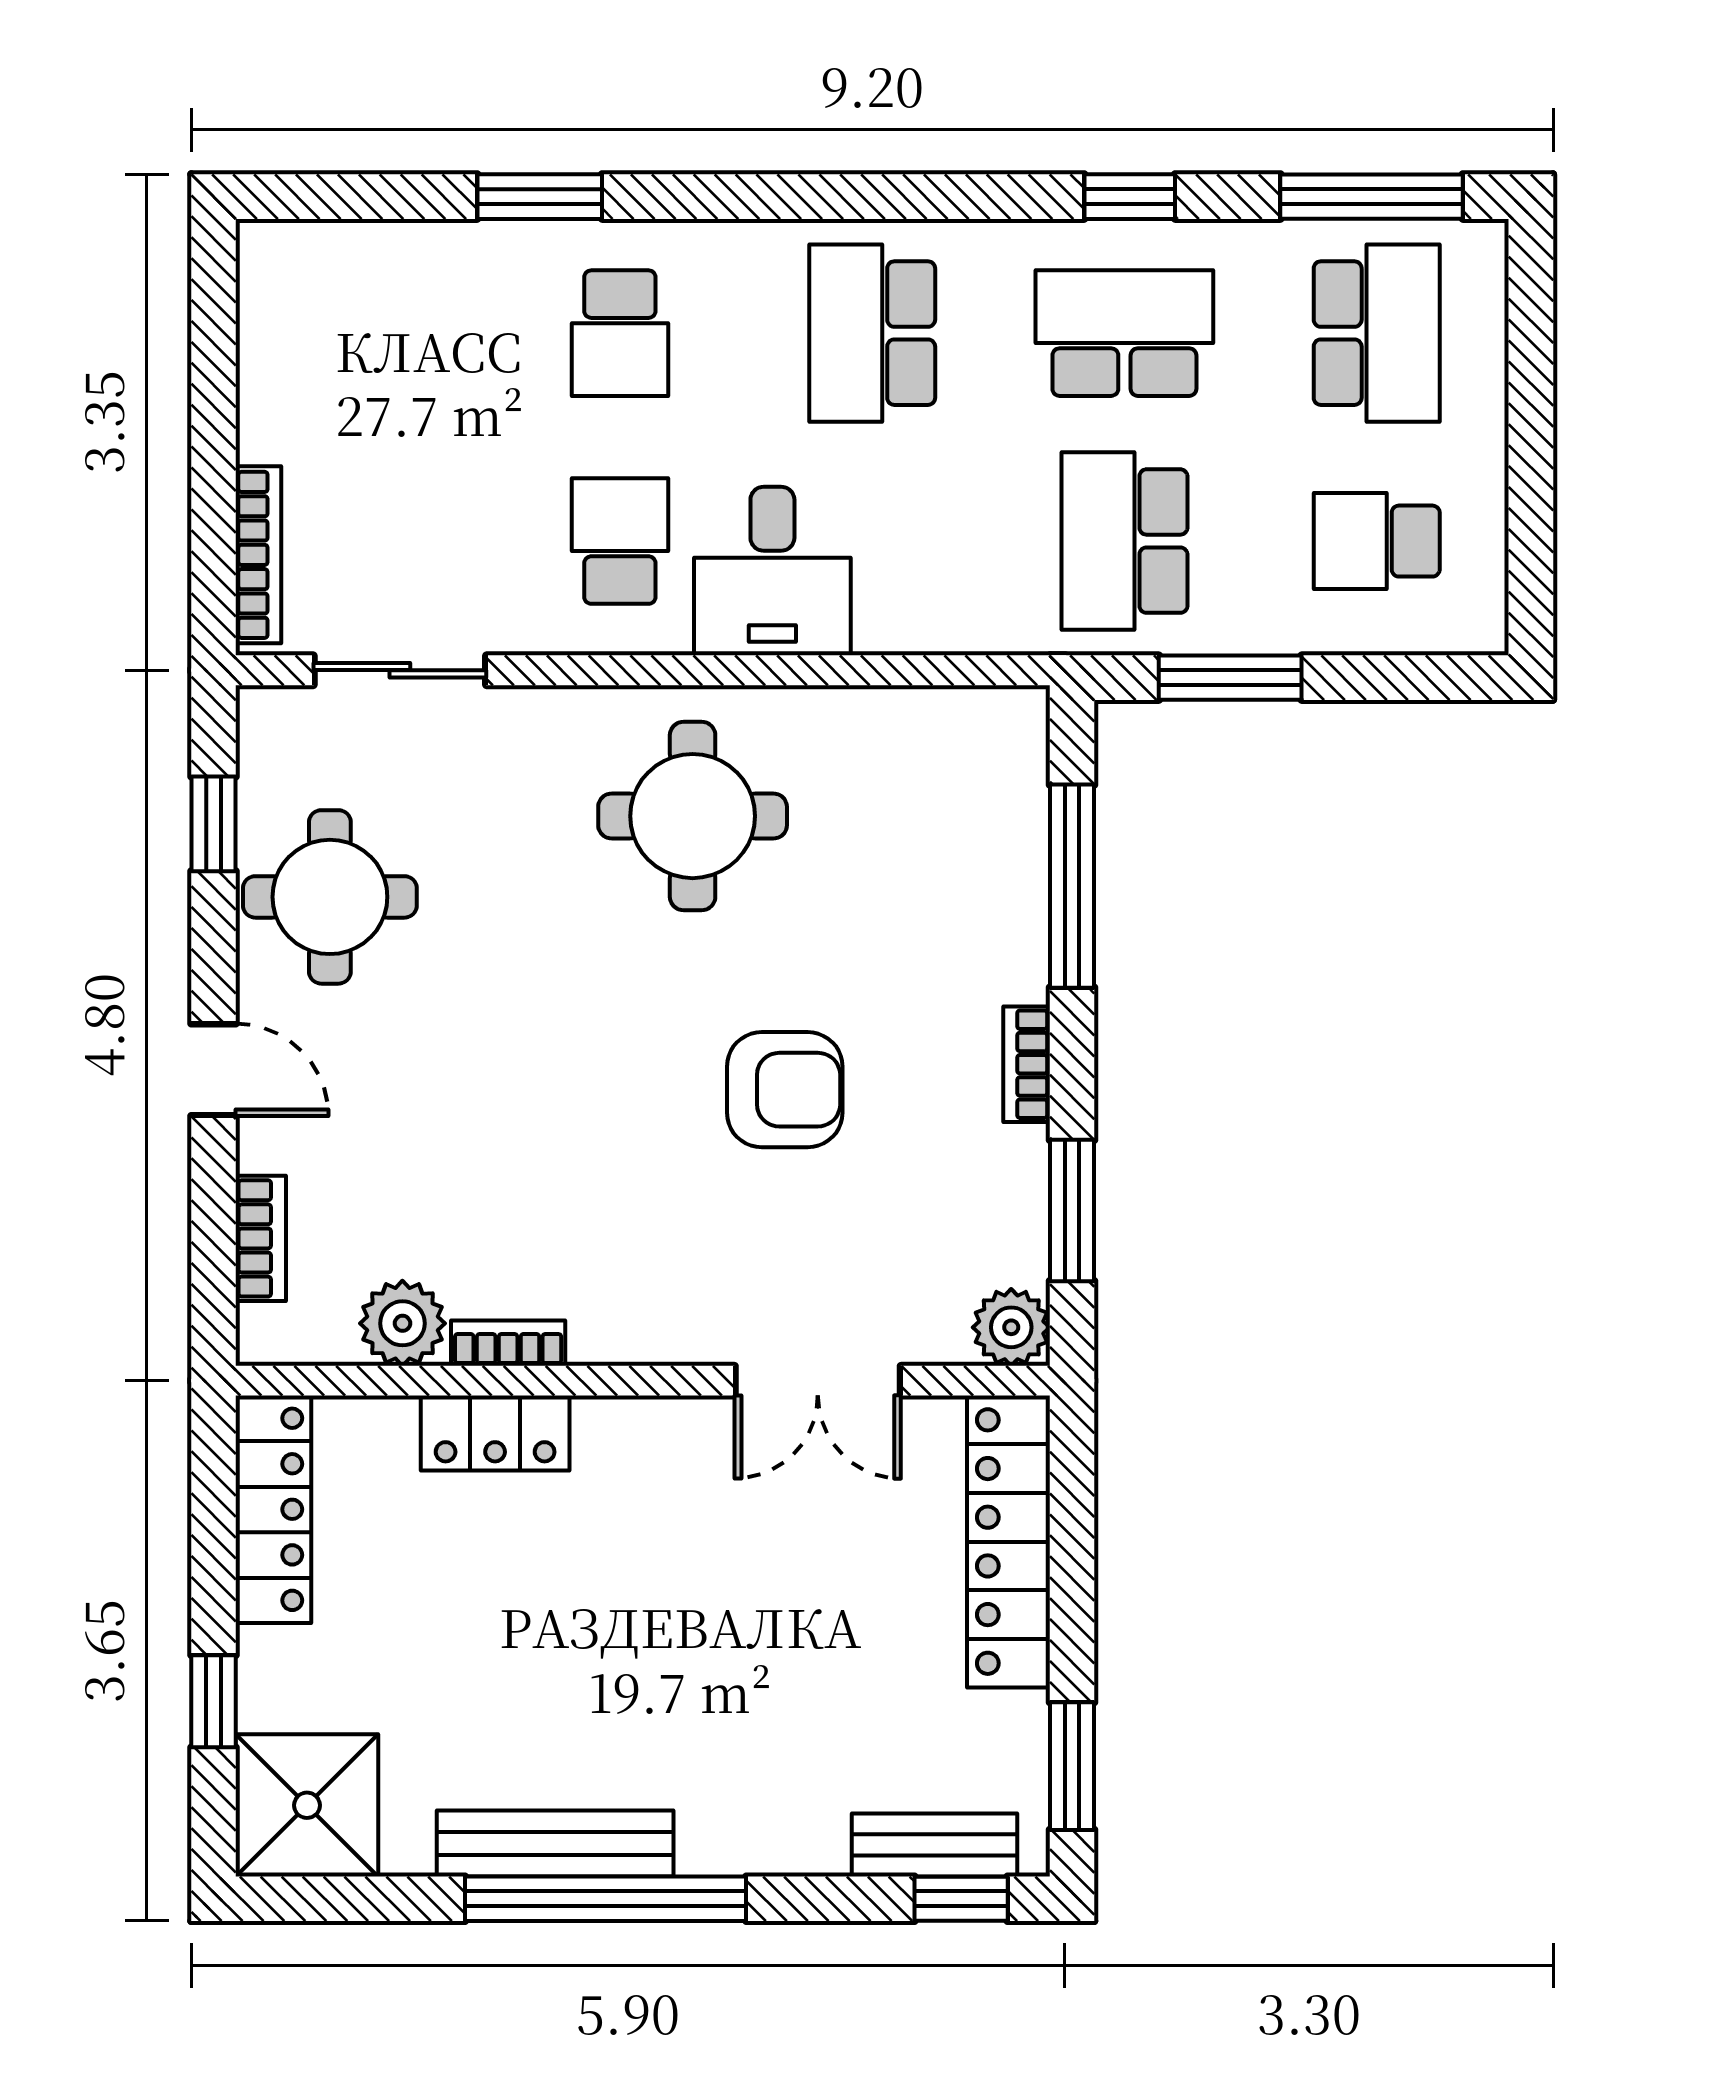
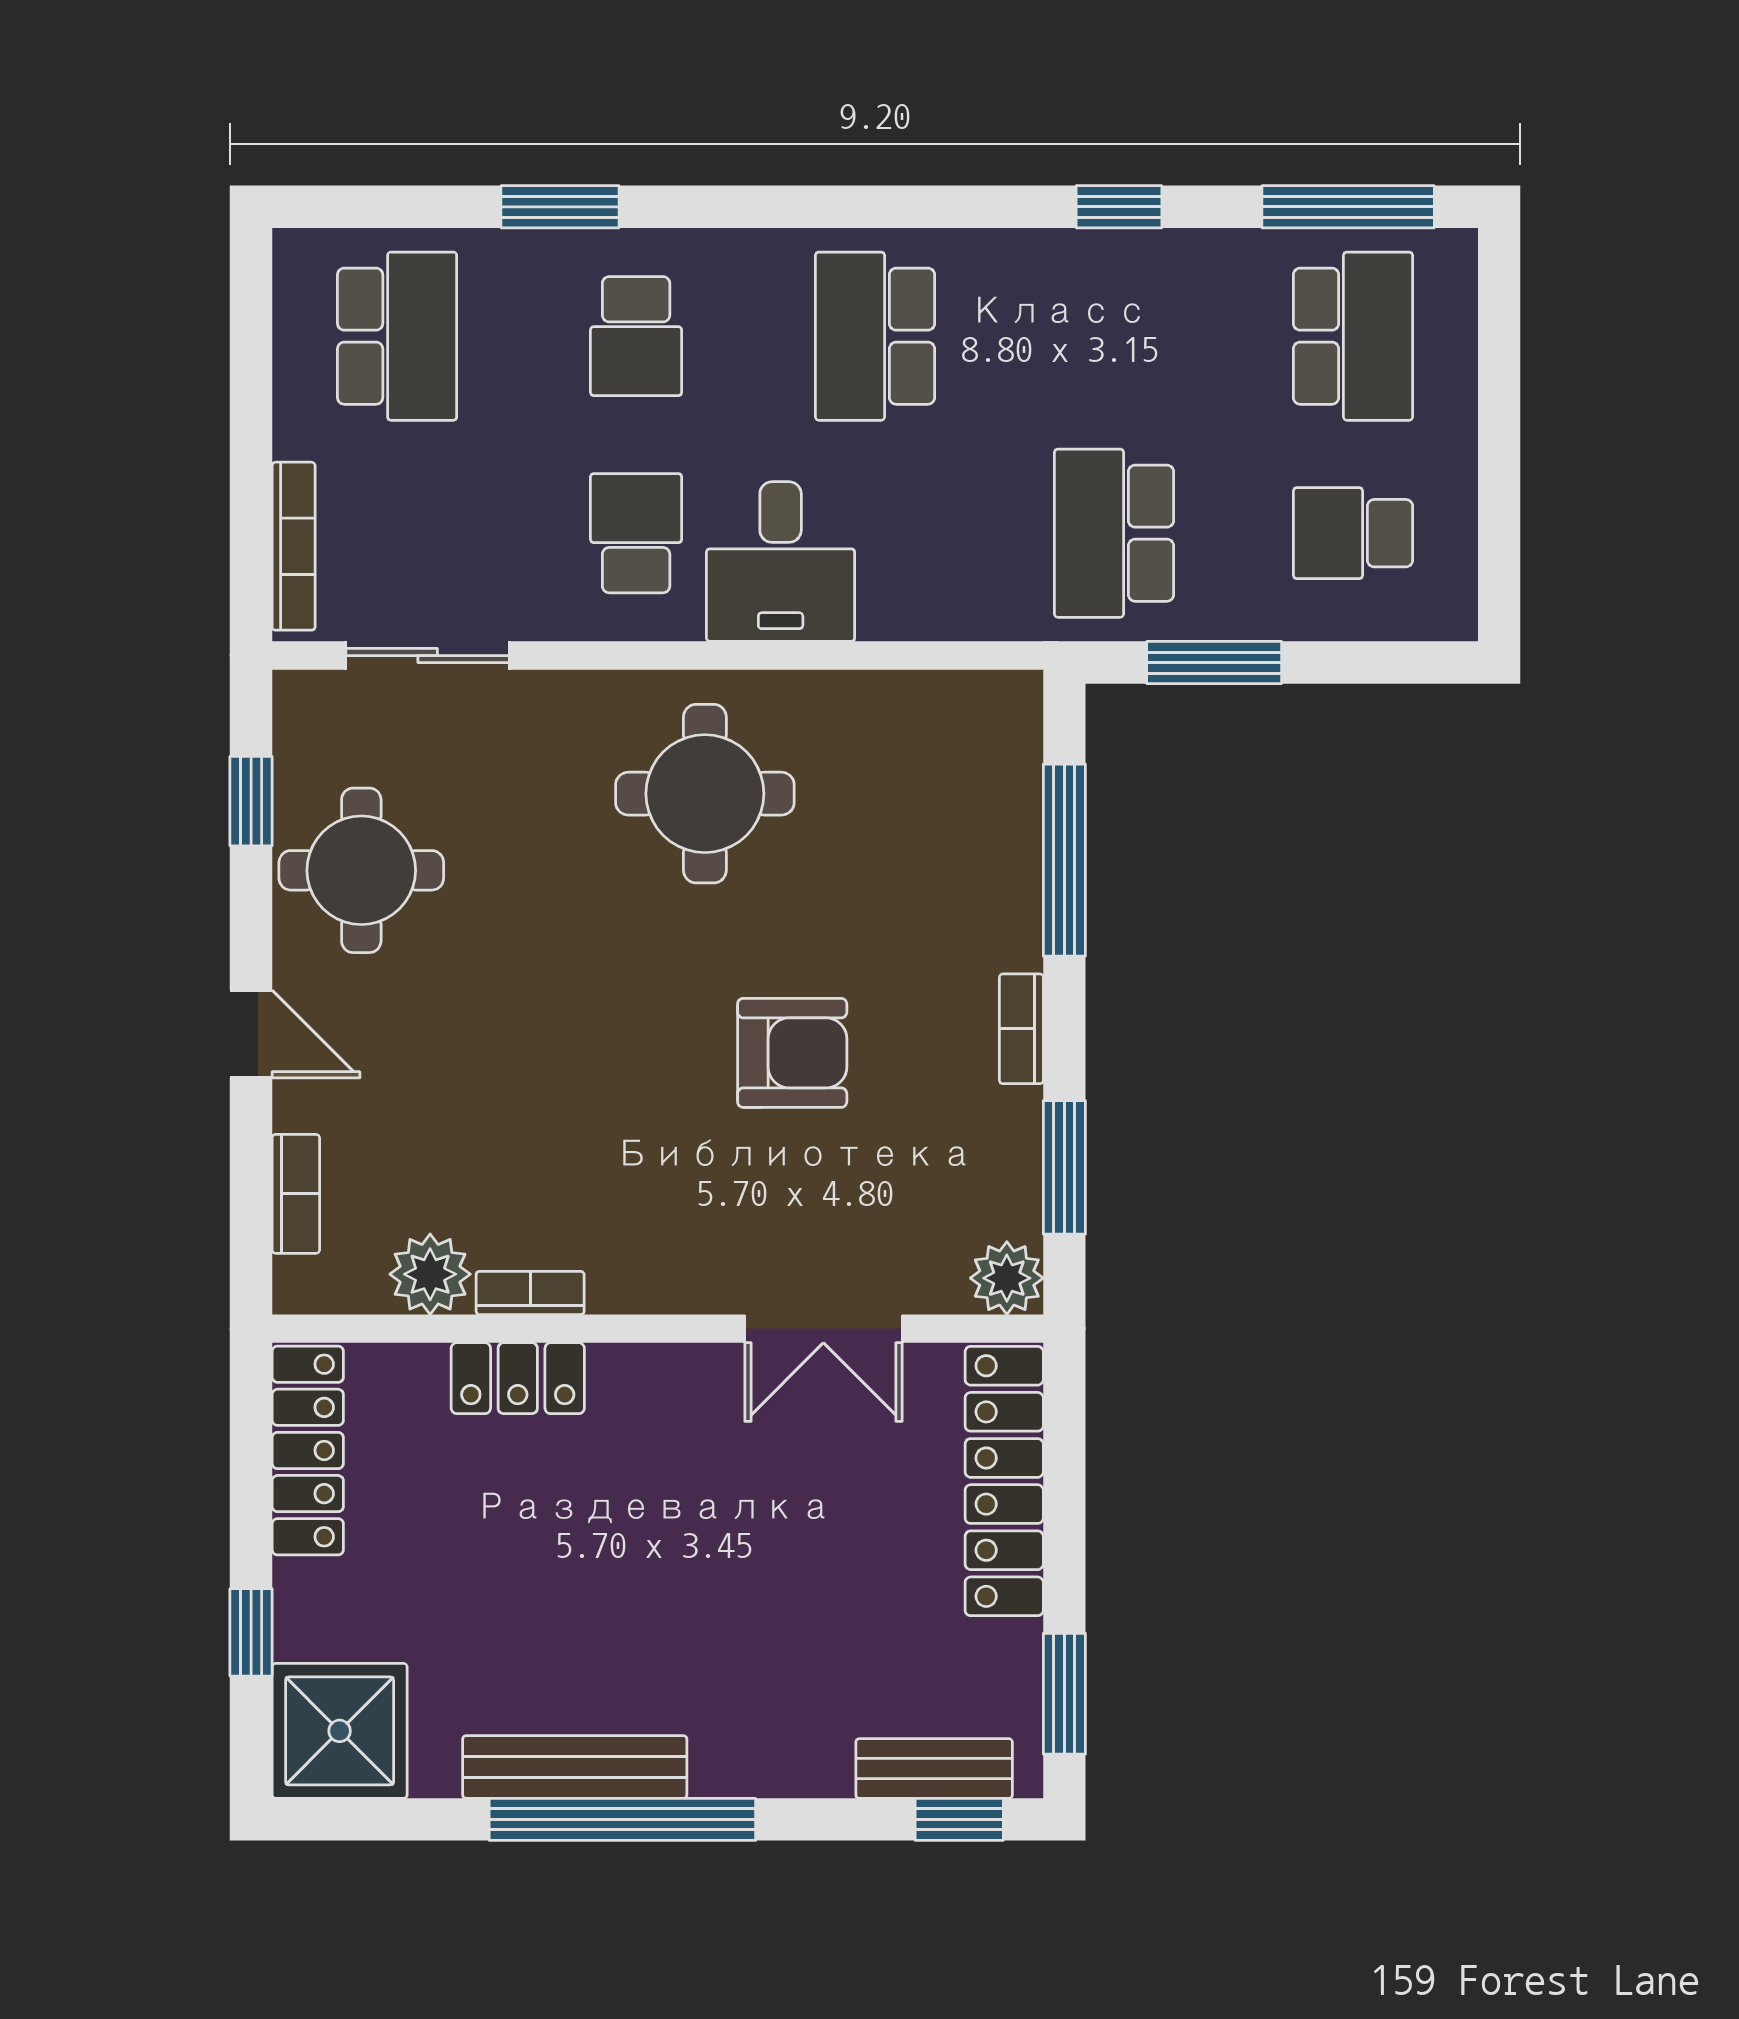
school desk: (1124, 333) -> (397, 336), moved, turned 90

